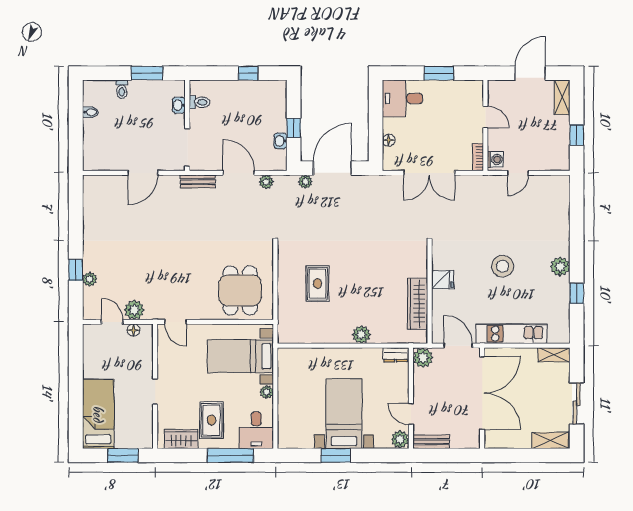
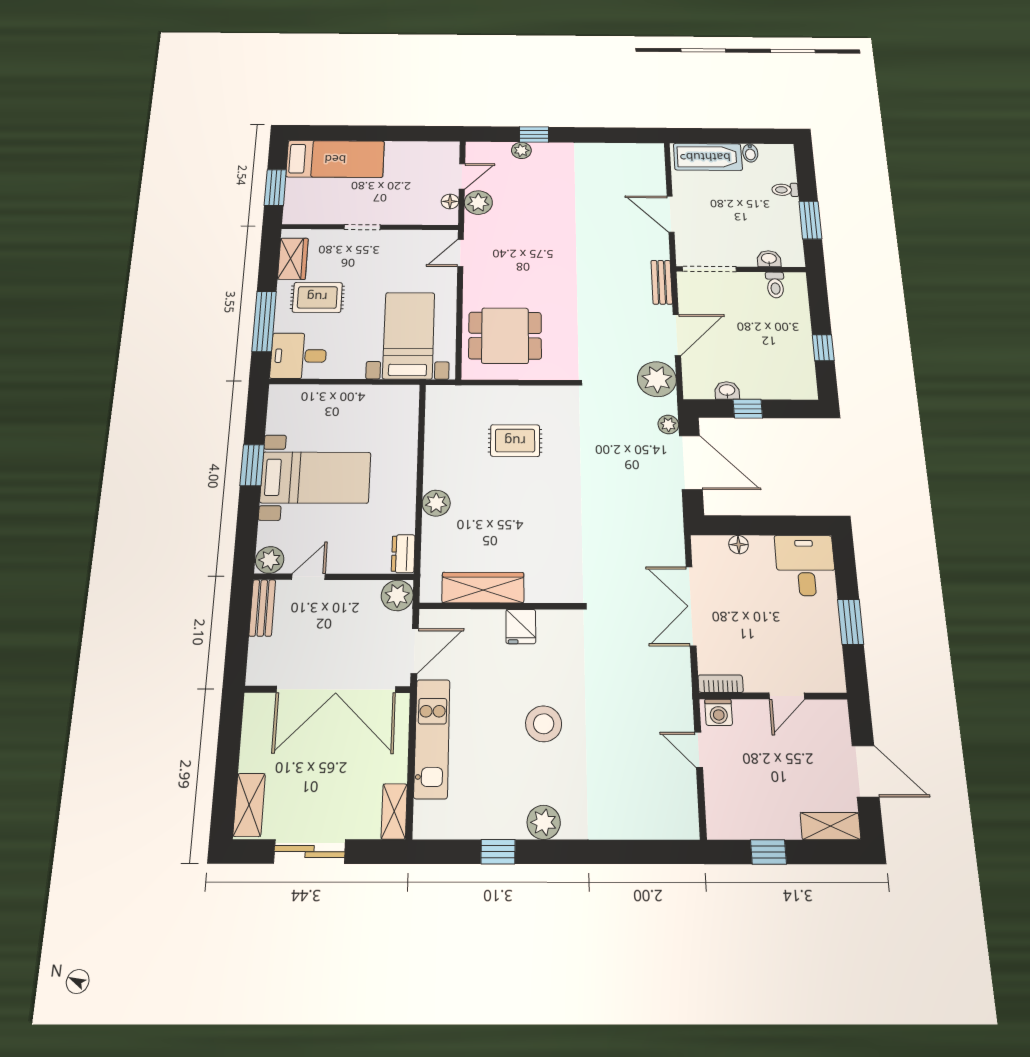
bathtub: (94, 143) -> (708, 157), added
plant: (266, 182) -> (657, 379), width x1.87, depth x1.87
plant: (267, 392) -> (354, 370), removed

